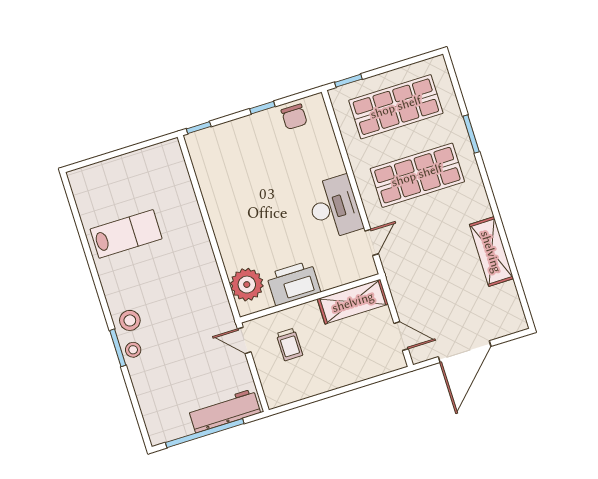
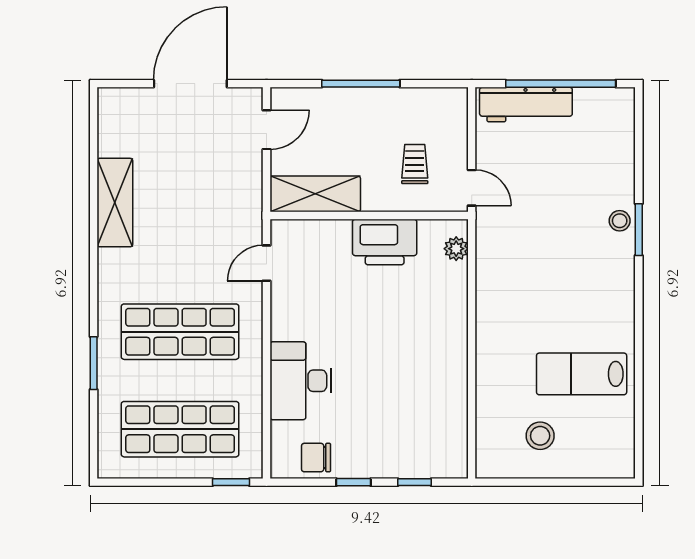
chair: (294, 117) -> (316, 458), turned -90
window: (199, 128) -> (415, 482), moved
desk: (334, 207) -> (301, 381), moved
plant: (247, 285) -> (456, 249), width x0.53, depth x0.53
stool: (130, 320) -> (540, 436), moved
door: (401, 336) -> (266, 130), swing flipped
window: (345, 389) -> (361, 84), added

